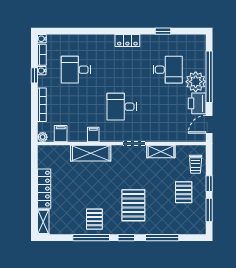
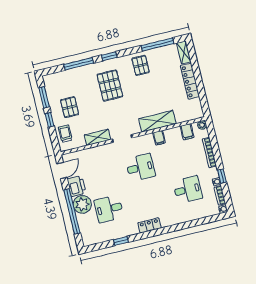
window: (91, 238) -> (157, 45), moved

